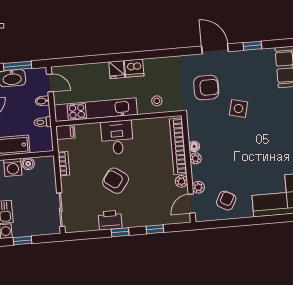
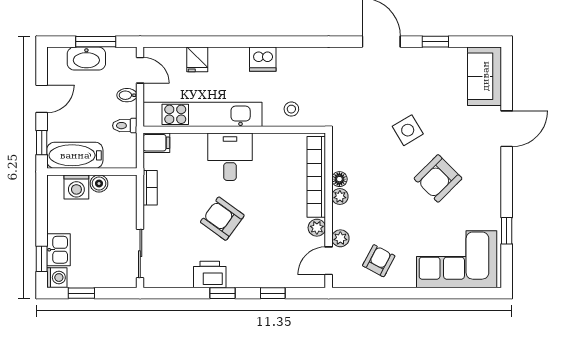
fridge: (117, 70) -> (197, 59), moved
armchair: (206, 88) -> (438, 178), moved, turned 135
side table: (239, 109) -> (408, 130), turned 45

